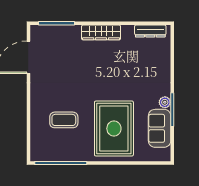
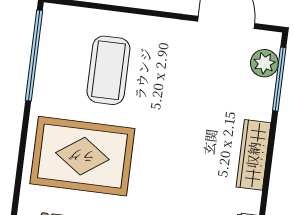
plant: (49, 33) -> (264, 63), added
coffee table: (64, 120) -> (108, 70), width x1.36, depth x1.32

